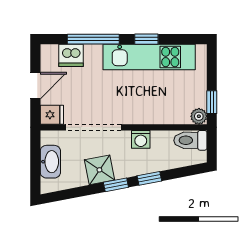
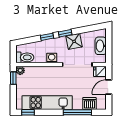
window: (146, 39) -> (28, 112), moved

